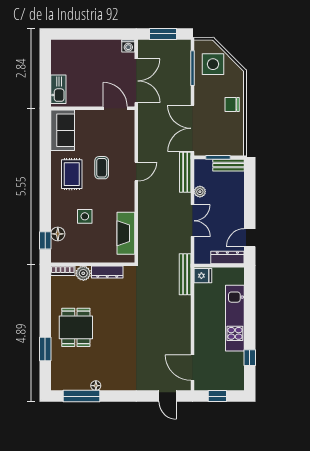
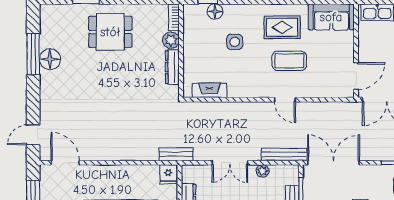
coffee table: (102, 168) -> (289, 61), width x1.36, depth x1.30
fireplace: (126, 233) -> (209, 90), width x0.73, depth x0.76
bench: (185, 274) -> (176, 154), width x0.73
door: (193, 368) -> (65, 163), hinge flipped
floor lamp: (96, 386) -> (50, 59), width x1.89, depth x1.89
window: (81, 396) -> (33, 54), moved

